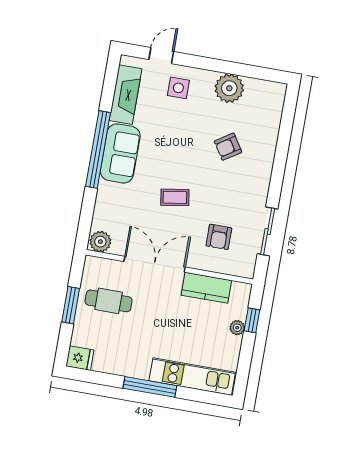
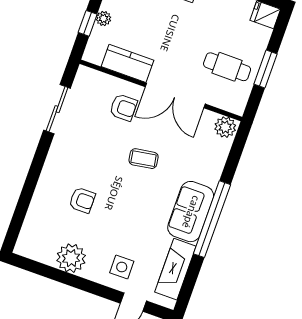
armchair: (228, 147) -> (82, 200), turned 33
armchair: (219, 237) -> (123, 108), moved, turned 90

